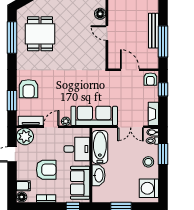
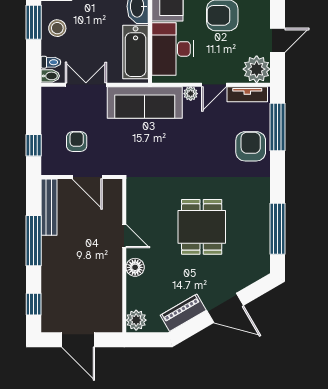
bench: (153, 31) -> (49, 207), moved
dining table: (40, 34) -> (202, 227), moved
window: (163, 41) -> (34, 241), moved
armchair: (150, 79) -> (77, 142), moved
window: (12, 101) -> (278, 127), width x1.44
fireplace: (153, 114) -> (49, 105), removed
desk: (77, 149) -> (173, 49), width x1.37
window: (163, 154) -> (34, 22), moved

